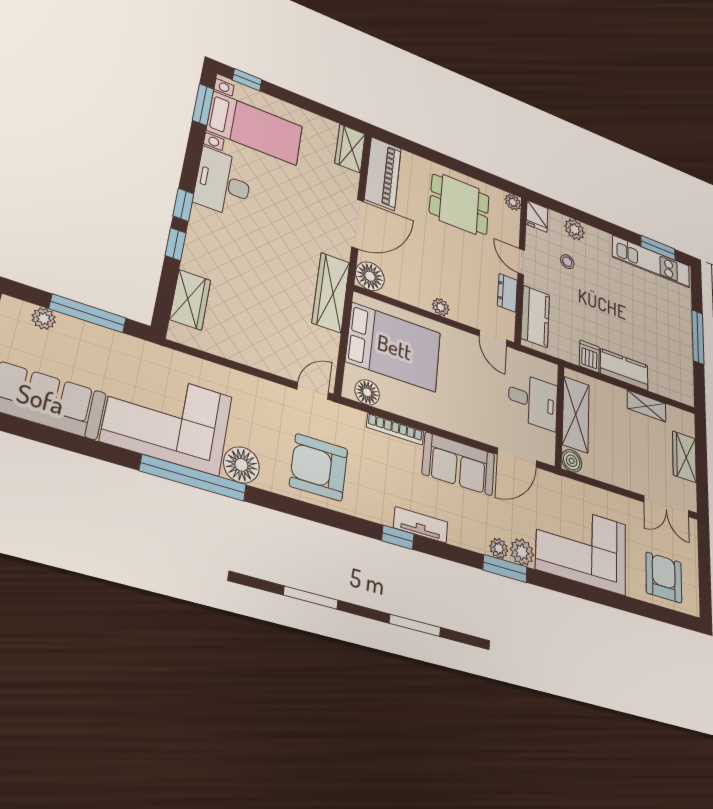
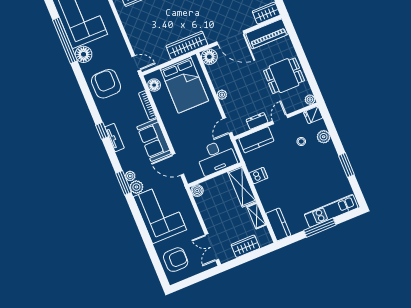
dining table: (459, 204) -> (284, 76), turned 90
window: (658, 248) -> (346, 165), moved
kitchen unit: (651, 262) -> (331, 211), moved, turned 90
kitchen counter: (624, 369) -> (278, 224), moved
desk: (533, 401) -> (216, 157), width x1.37
shelving: (576, 414) -> (242, 187), moved, turned 90

